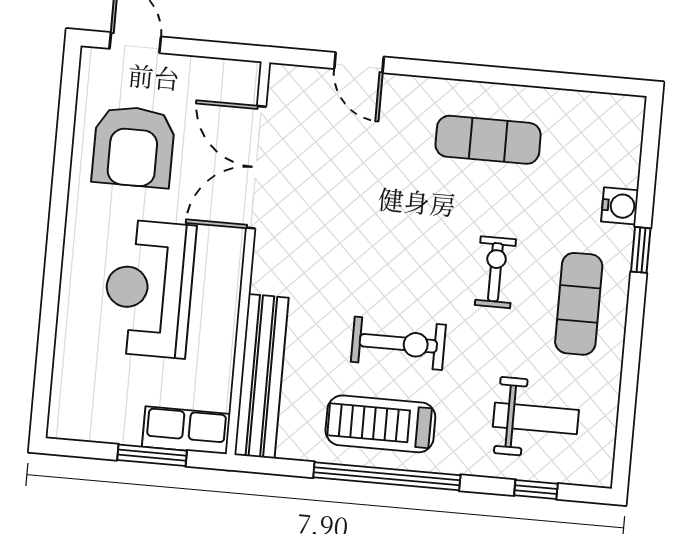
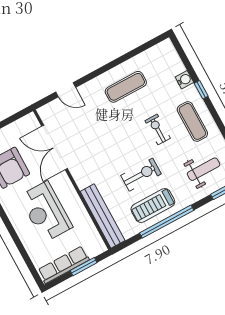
row of seats: (186, 430) -> (64, 265), moved, width x1.48

